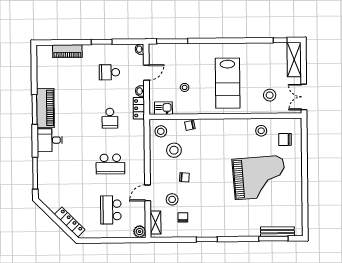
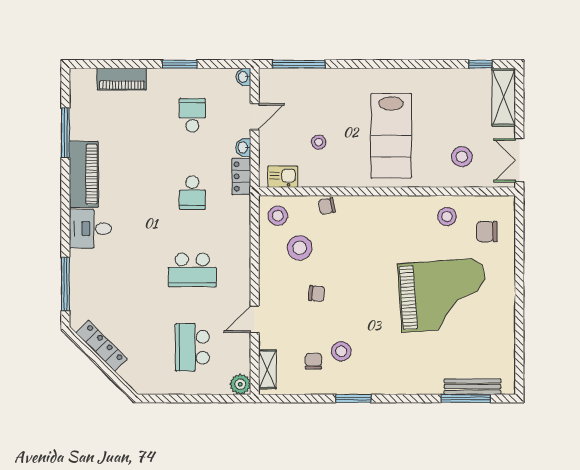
school desk: (109, 72) -> (192, 115), turned 90
window: (35, 109) -> (65, 133), moved
stool: (172, 199) -> (341, 351), moved
locker: (70, 222) -> (102, 346), moved

